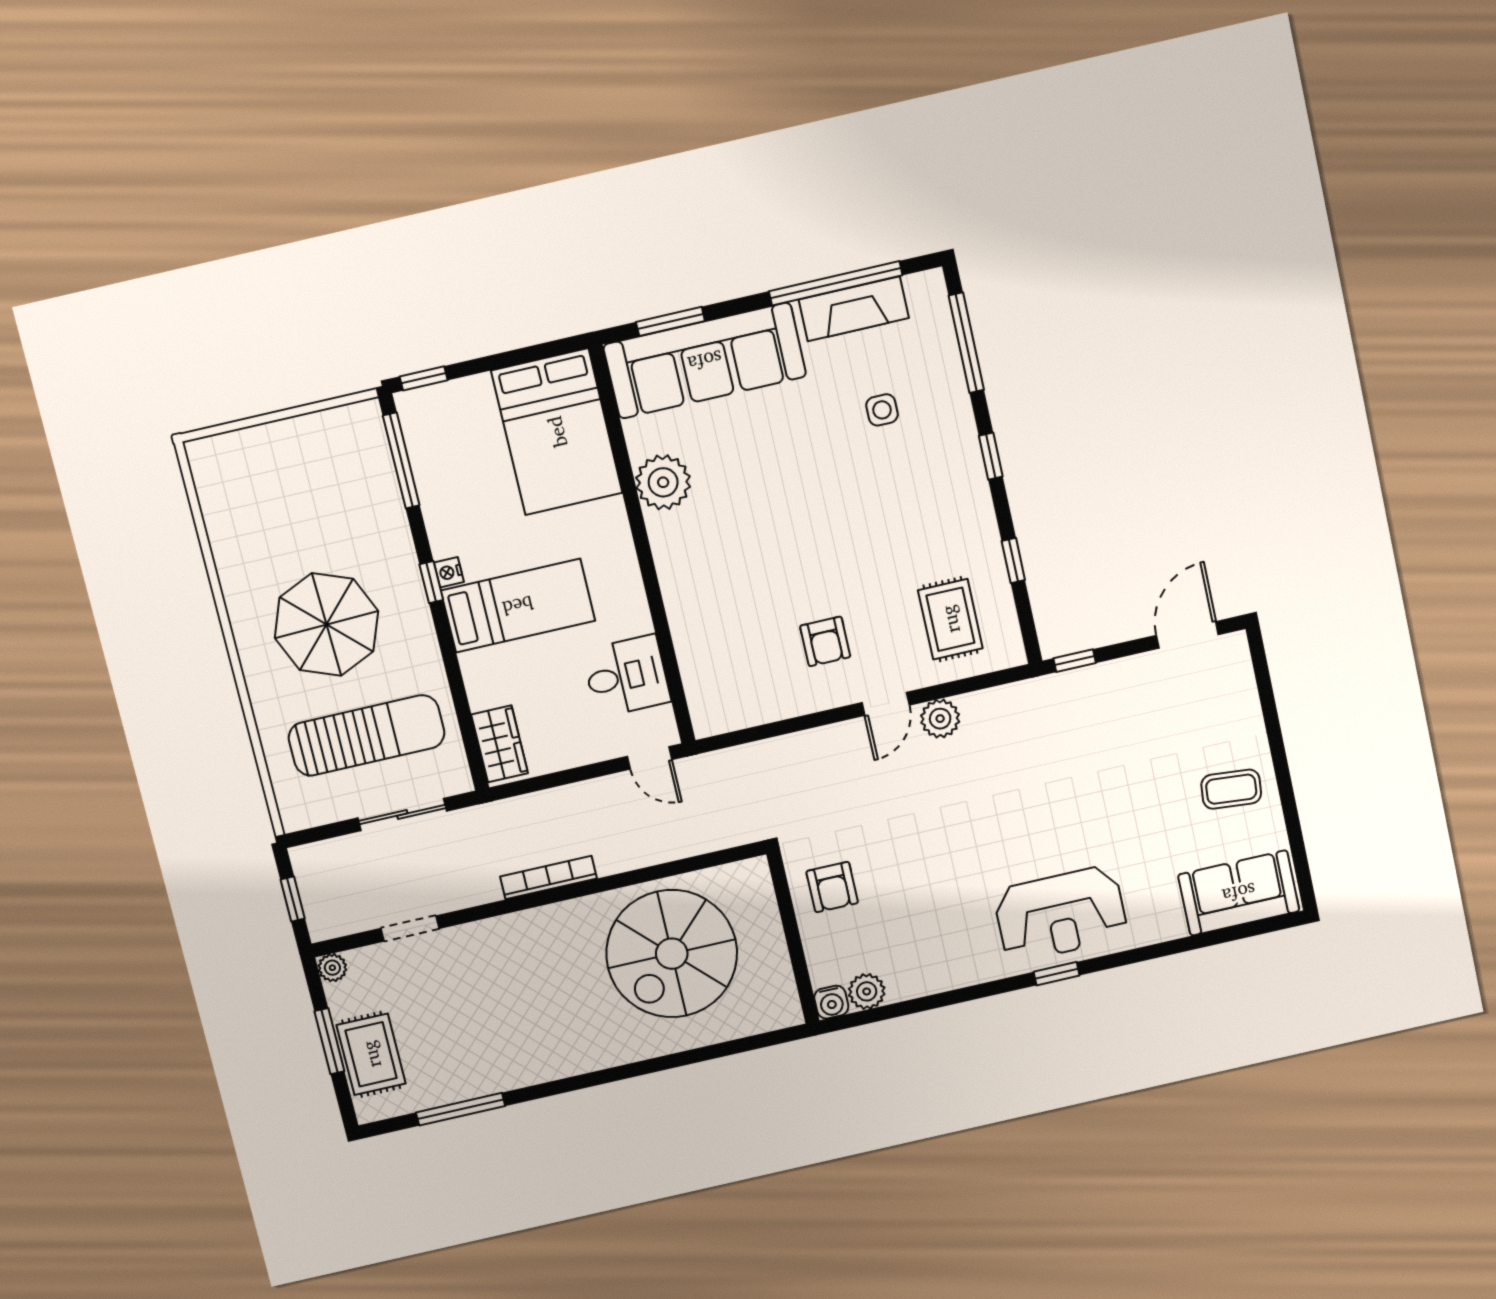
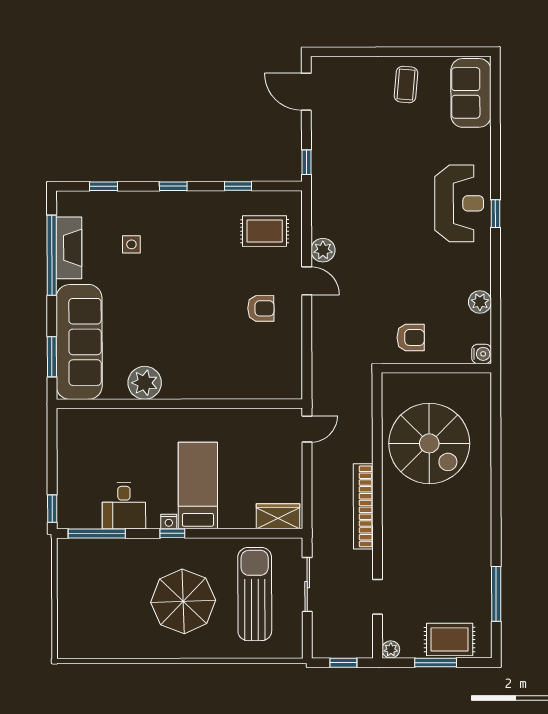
window: (966, 343) -> (103, 186), width x0.46
bed: (557, 432) -> (101, 438), removed
desk: (626, 676) -> (124, 506), moved, turned 180
bookcase: (549, 878) -> (363, 506), width x1.48, depth x1.31
plant: (867, 991) -> (480, 302), moved

